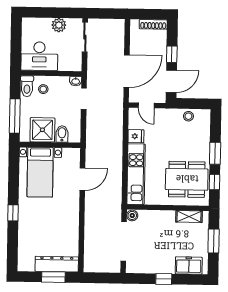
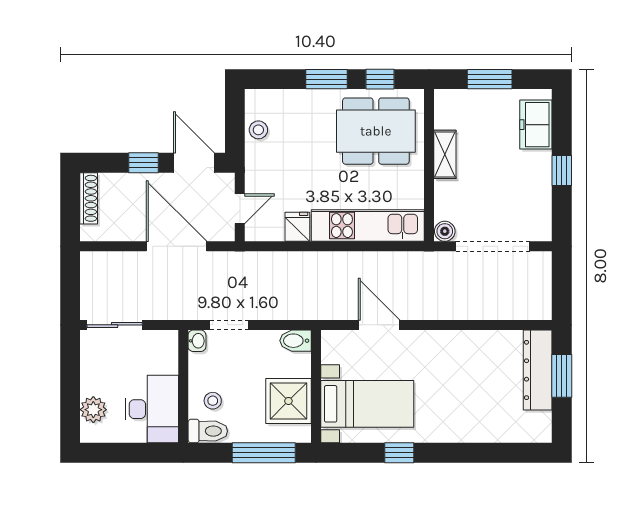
plant: (59, 25) -> (93, 410), moved
bidet: (62, 134) -> (296, 341), moved
dining table: (187, 179) -> (376, 131), turned 90
window: (13, 213) -> (399, 453), moved
shelving: (189, 217) -> (445, 154), moved

